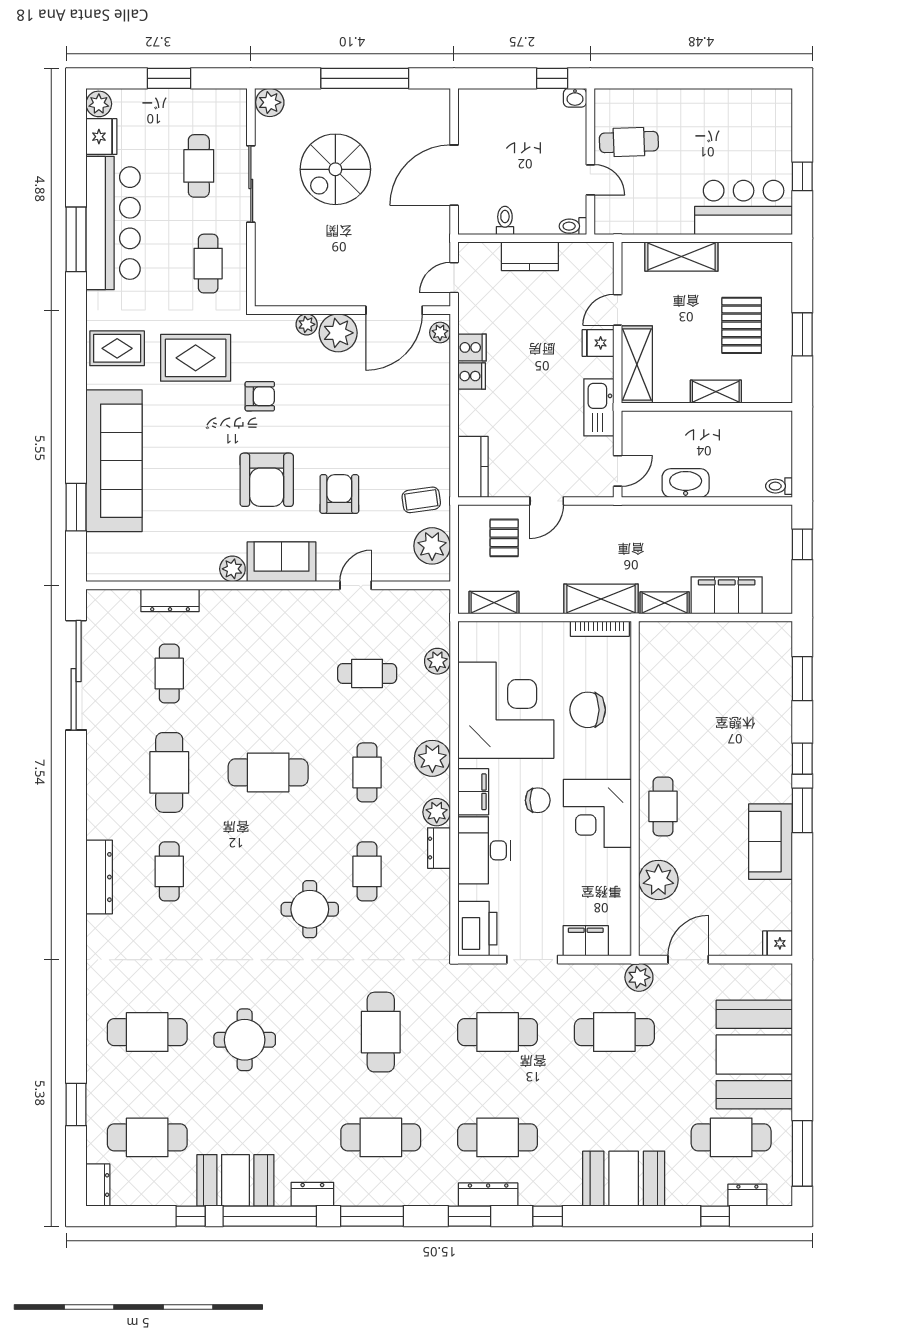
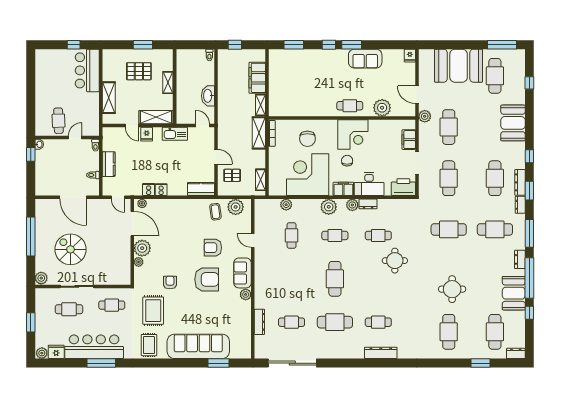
spiral stairs: (335, 169) -> (70, 249), turned 180
cafe table: (381, 1137) -> (495, 229), turned 90
dresser: (747, 1195) -> (520, 205), moved

